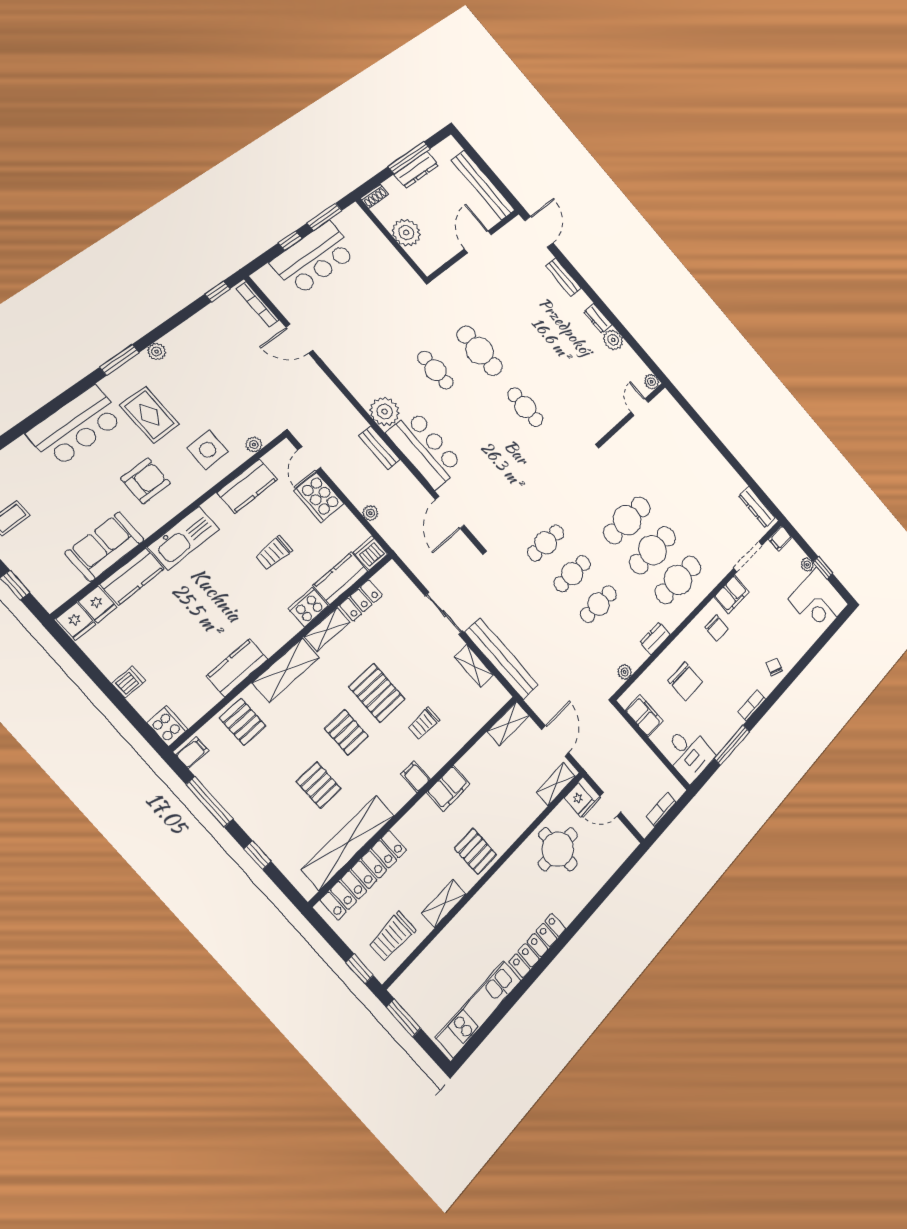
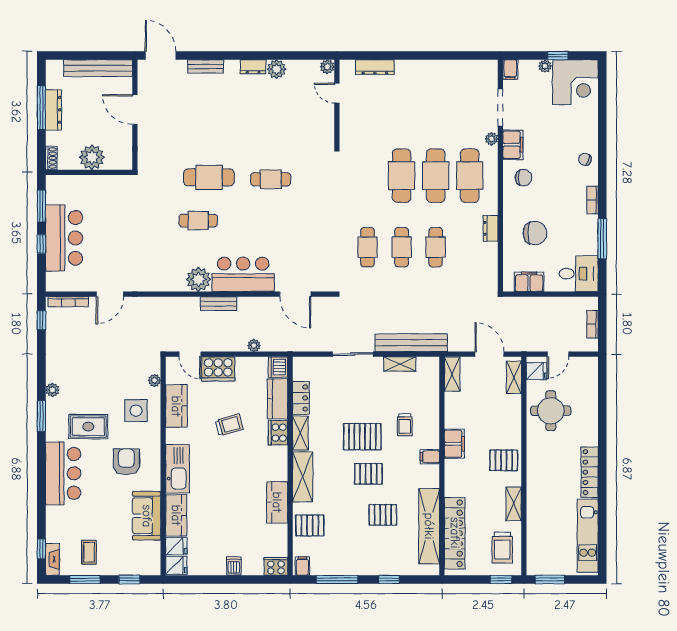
dresser: (757, 507) -> (375, 67), moved
trolley: (274, 553) -> (229, 425), turned -106
plant: (625, 672) -> (492, 139), moved

